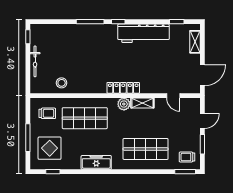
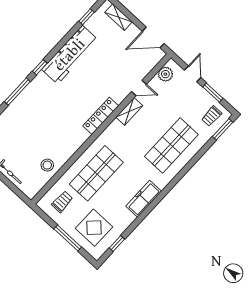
door: (202, 75) -> (153, 37), swing flipped
door: (173, 96) -> (139, 88), moved
plant: (124, 104) -> (165, 74), moved

